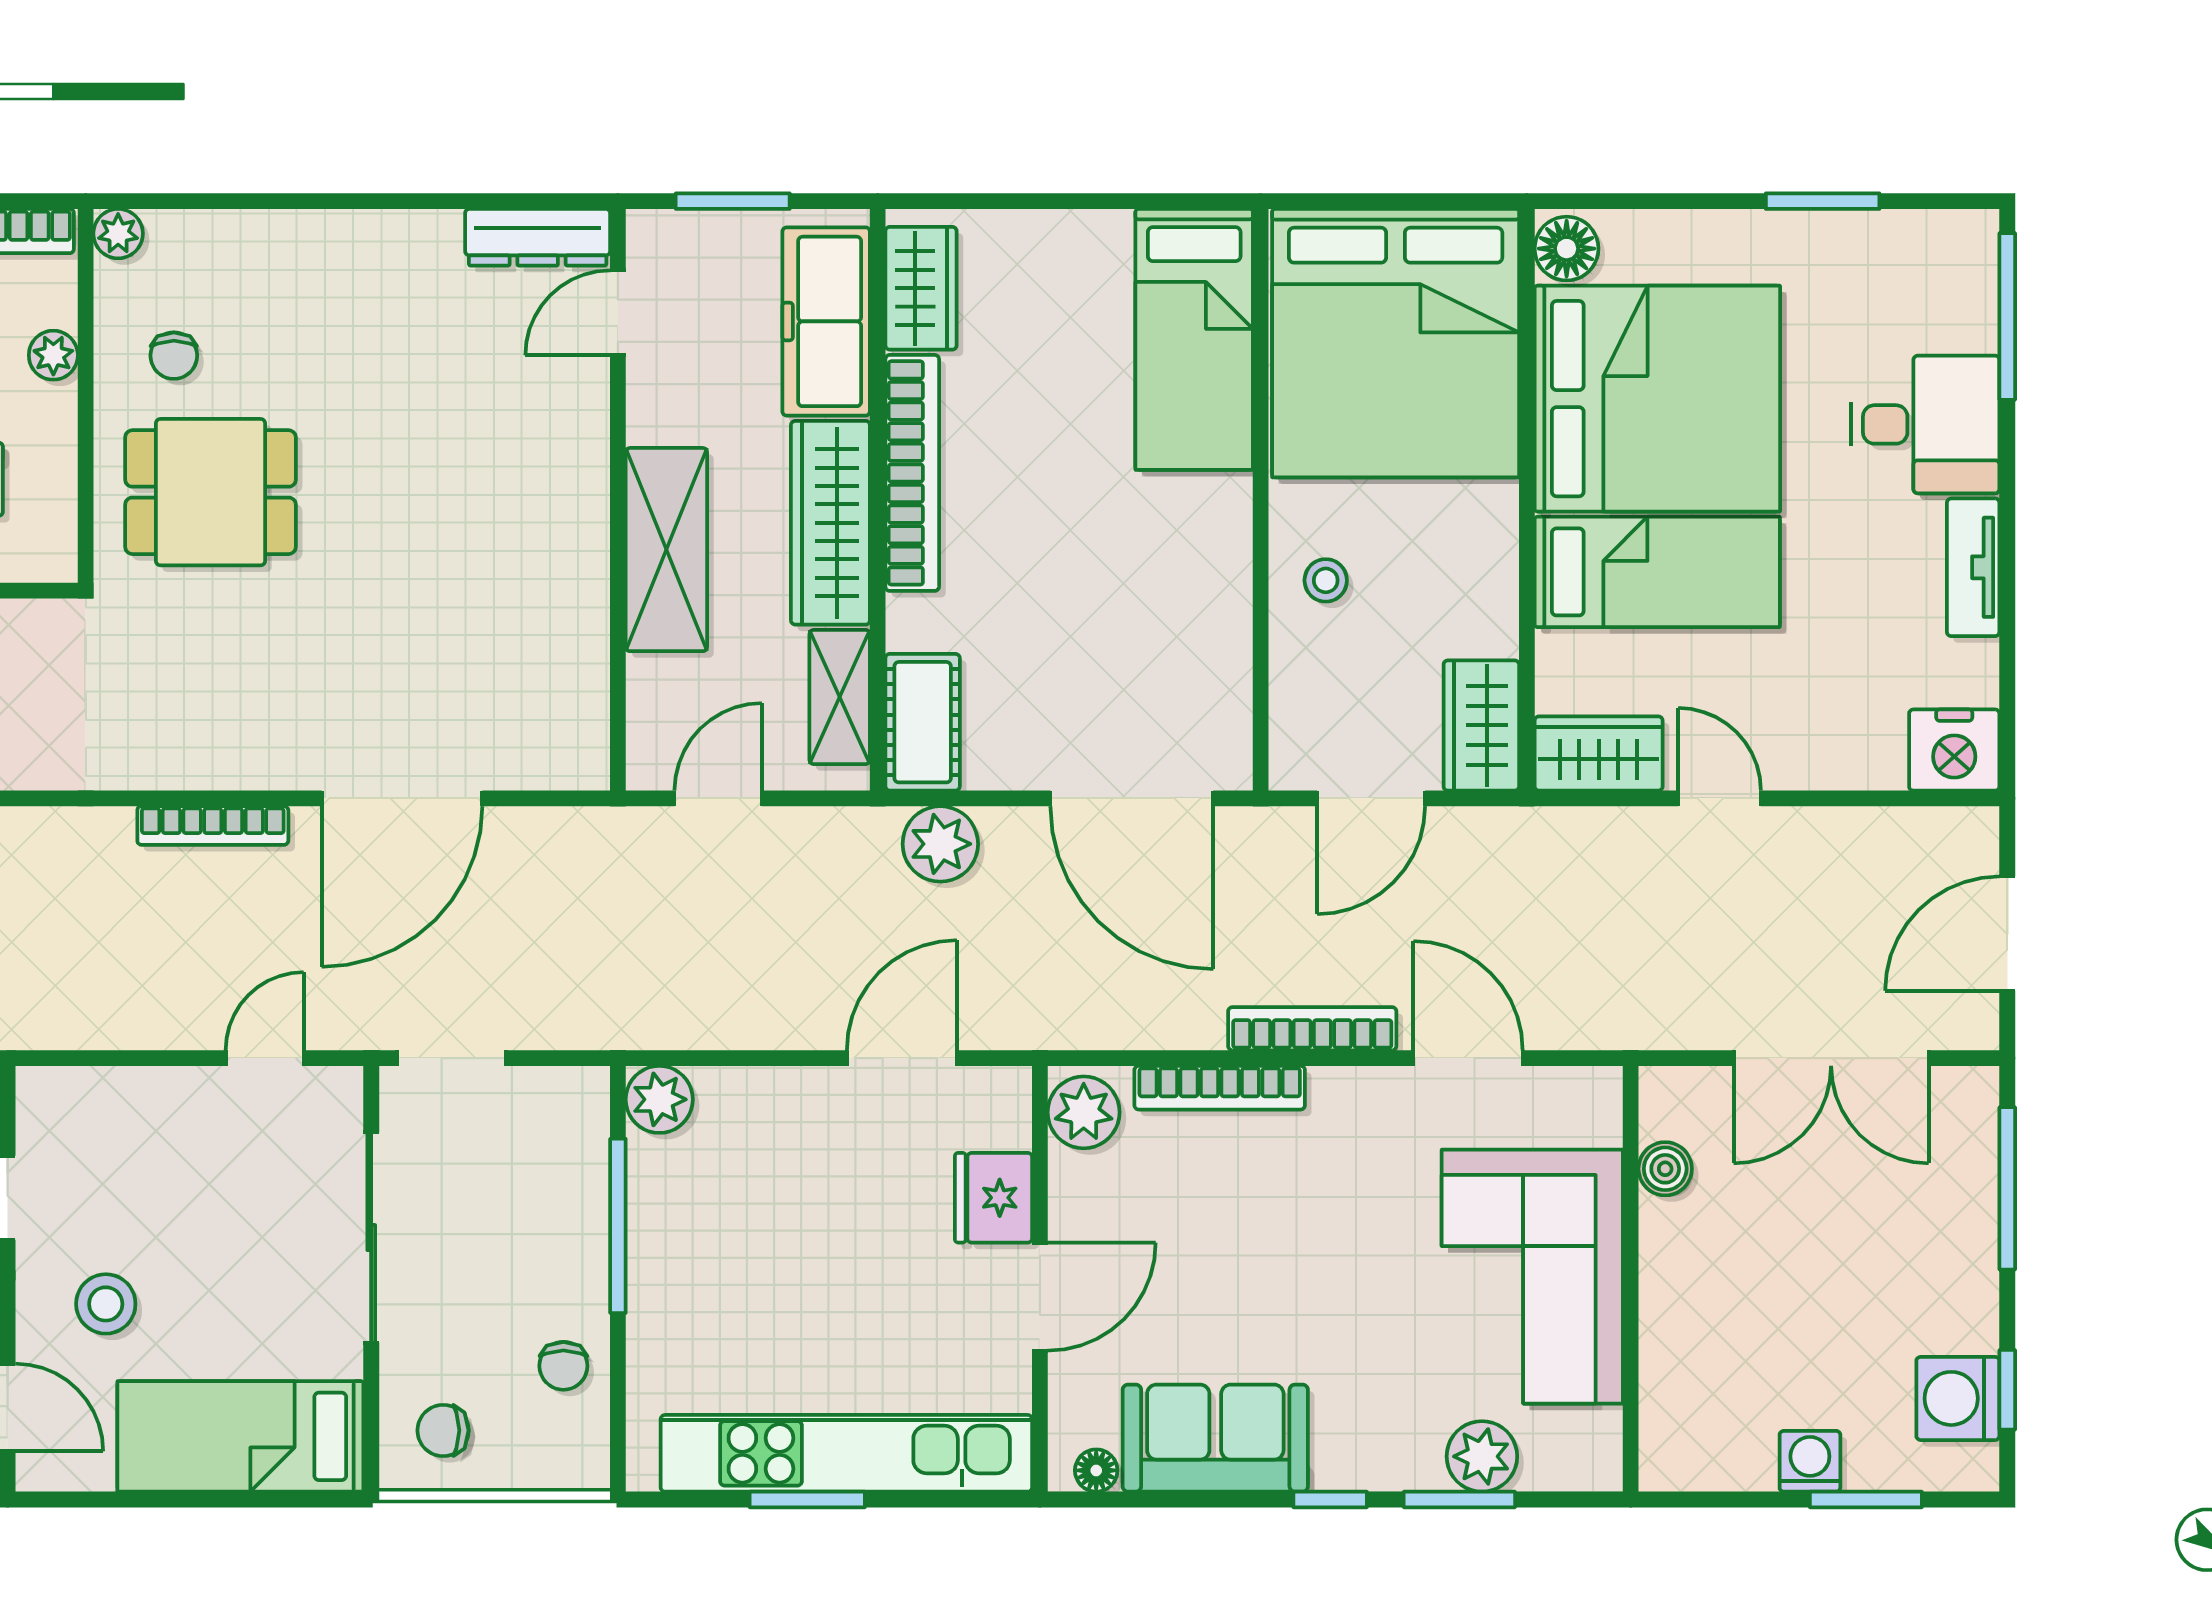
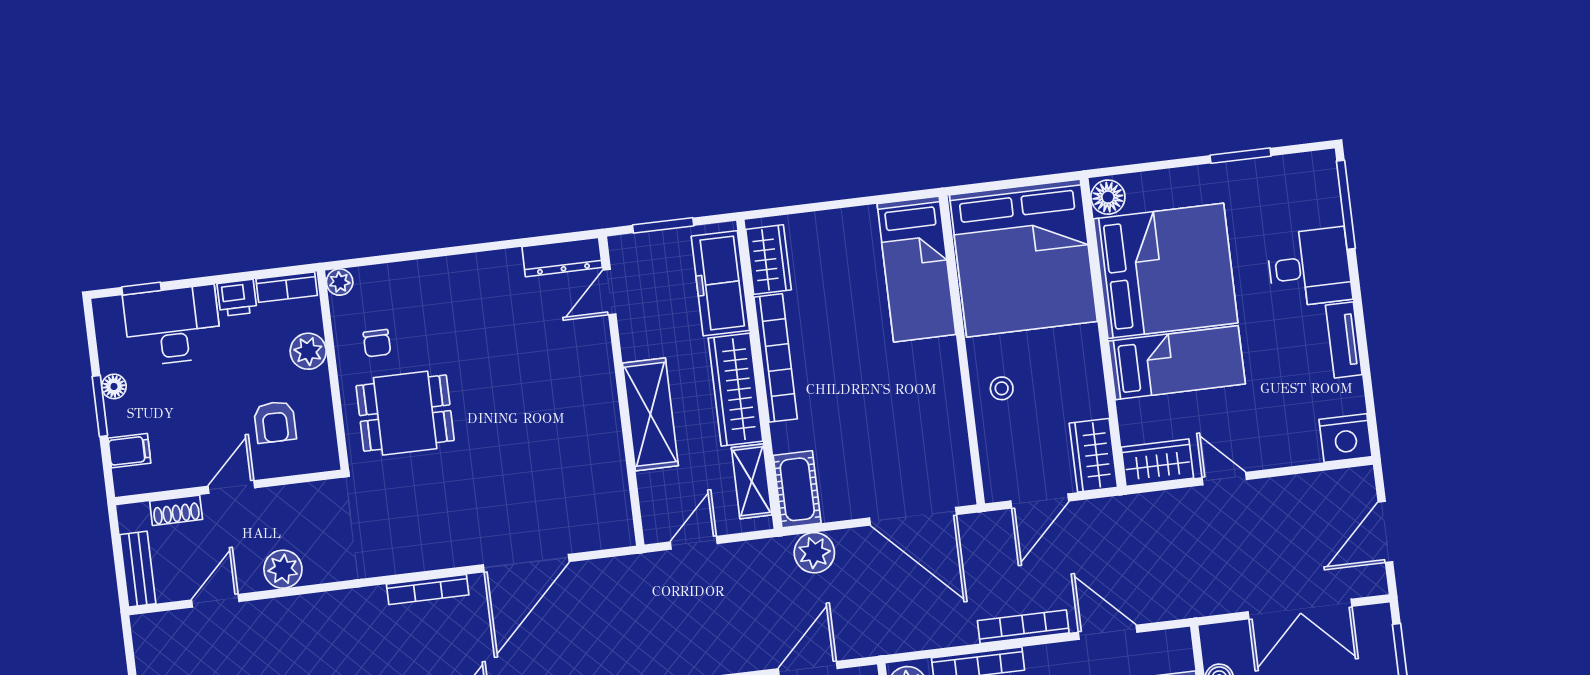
plant: (53, 355) -> (308, 351), width x1.38, depth x1.38

